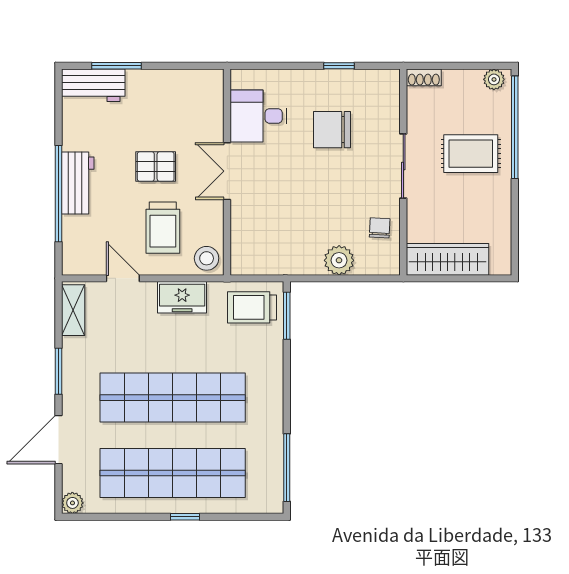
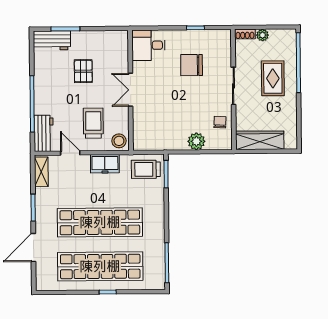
plant: (494, 79) -> (262, 35), moved
desk: (258, 116) -> (148, 45), moved
rug: (471, 154) -> (273, 78), turned 90
pallet: (156, 167) -> (83, 71), moved, turned 90
workbench: (78, 183) -> (44, 133), moved
trolley: (163, 228) -> (93, 123), turned 180
plant: (72, 503) -> (42, 284), removed

